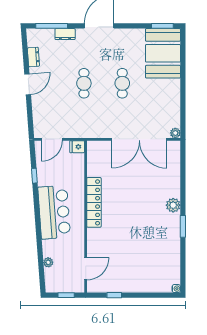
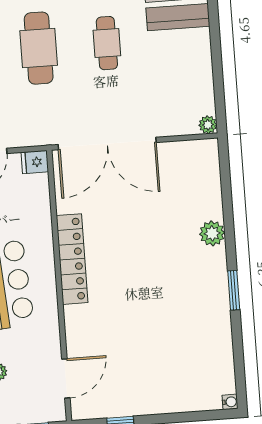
cafe table: (84, 83) -> (39, 48), width x1.37, depth x1.35
double door: (139, 139) -> (107, 144), moved
plant: (173, 205) -> (212, 233), moved

